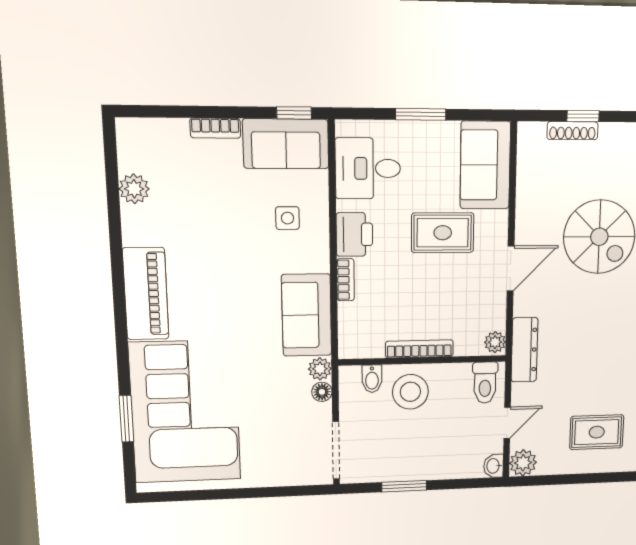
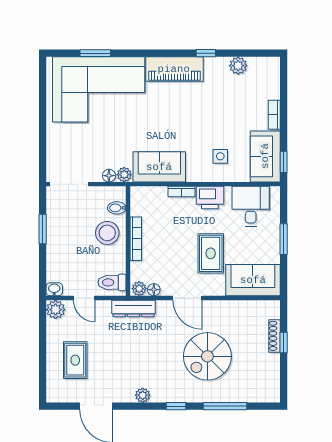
window: (116, 243) -> (206, 53), added
floor lamp: (497, 320) -> (154, 290), added

